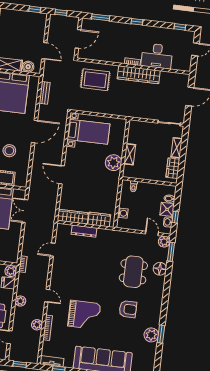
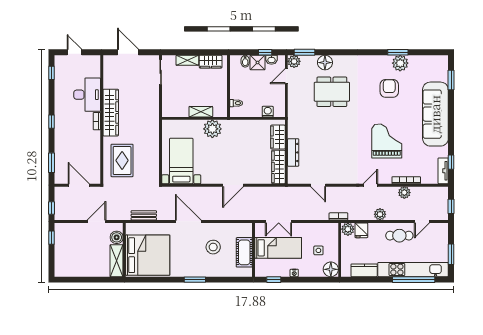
armchair: (128, 309) -> (389, 88), moved

